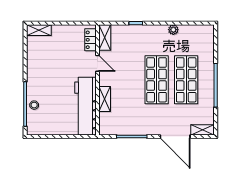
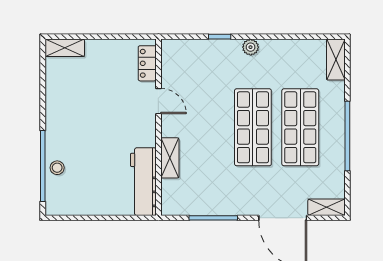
plant: (173, 30) -> (251, 47), moved
shelving: (105, 37) -> (336, 60), moved
workbench: (85, 106) -> (143, 182), width x0.73, depth x0.76

